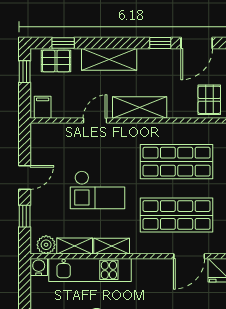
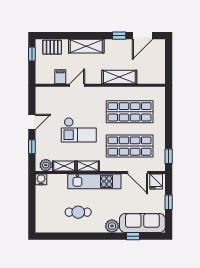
window: (63, 43) -> (57, 36), removed
pallet: (209, 100) -> (151, 72), removed
filing cabinet: (43, 107) -> (60, 77), moved
shelving: (140, 107) -> (119, 77), moved
door: (189, 256) -> (138, 172), hinge flipped
kitchen unit: (90, 270) -> (94, 181), moved

